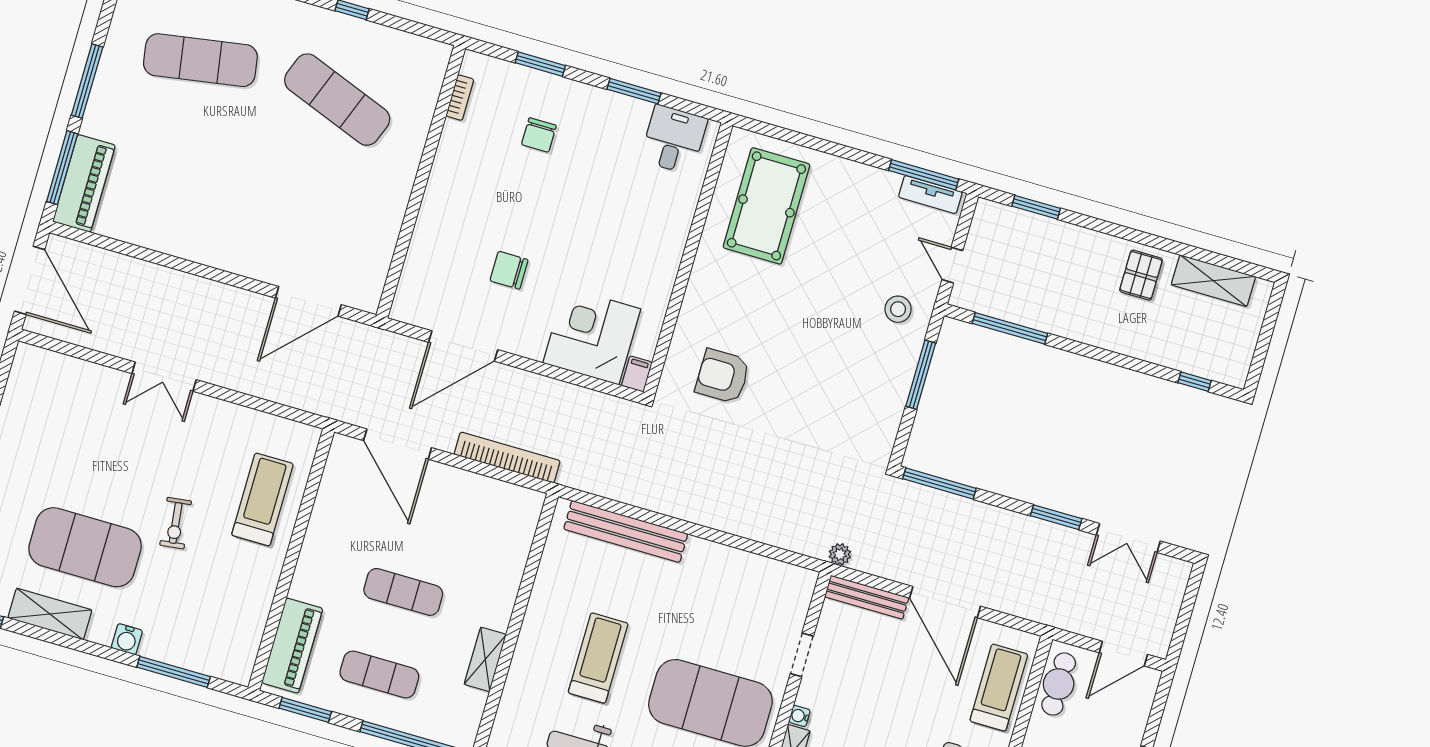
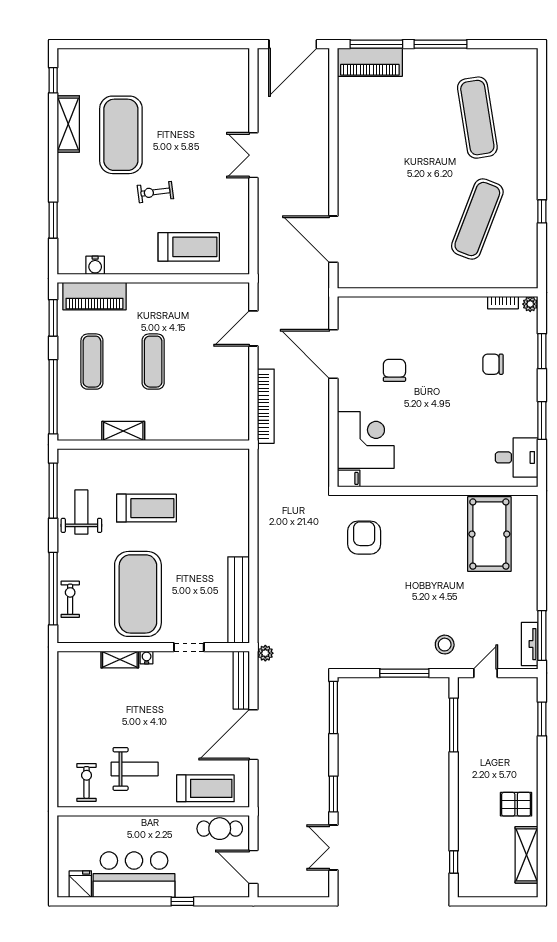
plant: (472, 61) -> (530, 304), added
pool table: (766, 206) -> (489, 534), turned 90
door: (398, 444) -> (253, 328), width x0.73
bench: (626, 531) -> (239, 600), moved
water cooler: (127, 639) -> (95, 265), moved, turned -90
window: (174, 672) -> (53, 220), width x0.69

